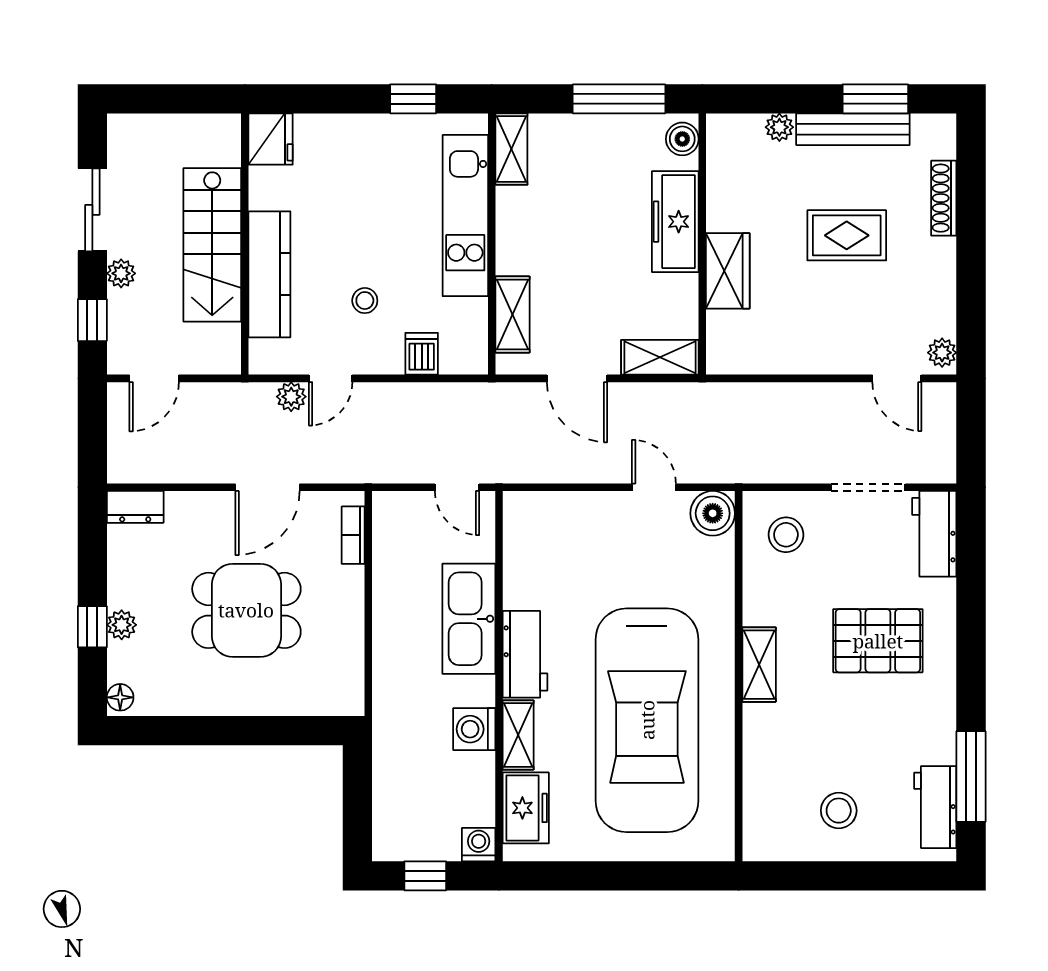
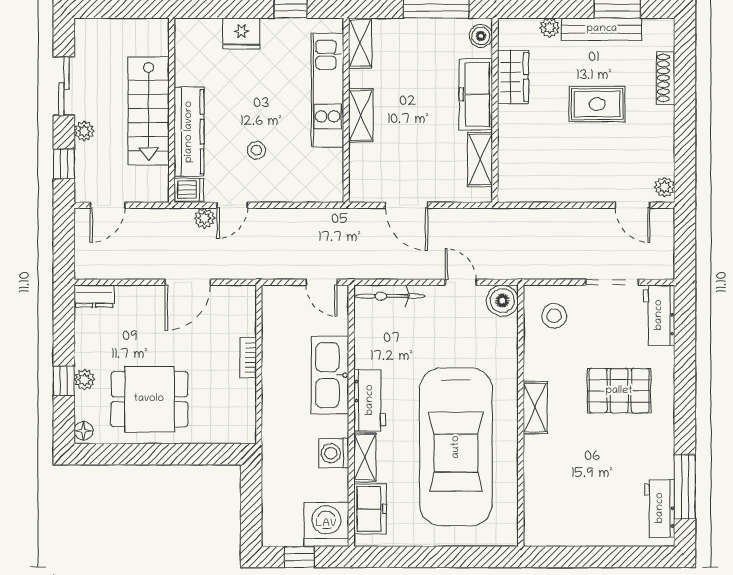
fridge: (271, 139) -> (241, 34), moved, turned 90
wardrobe: (728, 271) -> (513, 77), moved
shelving: (512, 315) -> (361, 115), moved
dishwasher: (422, 354) -> (189, 190), moved, turned 90
shelving: (660, 357) -> (480, 160), moved, turned 90
bicycle: (553, 507) -> (389, 296), added
bookcase: (353, 535) -> (248, 358), moved
dining table: (246, 610) -> (149, 399), moved
stool: (839, 811) -> (591, 511), removed
washing machine: (479, 845) -> (326, 524), width x1.89, depth x1.89

